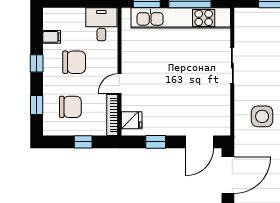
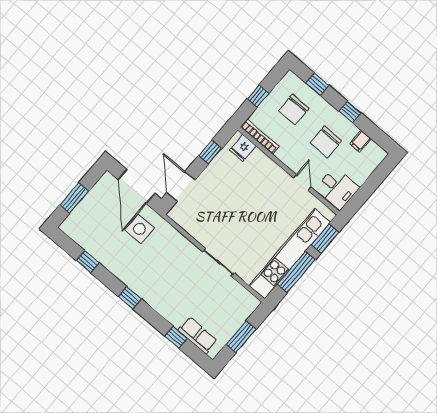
door: (119, 83) -> (302, 182), moved
side table: (262, 116) -> (140, 229), moved

